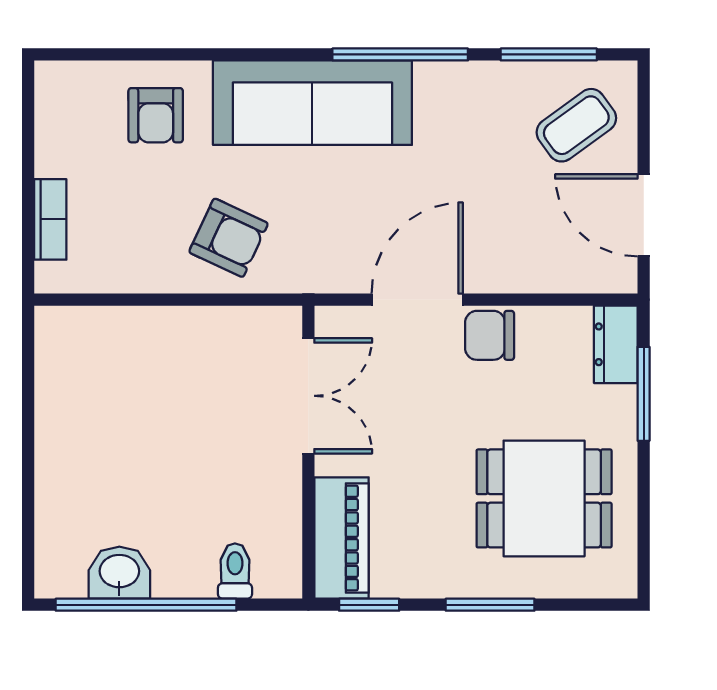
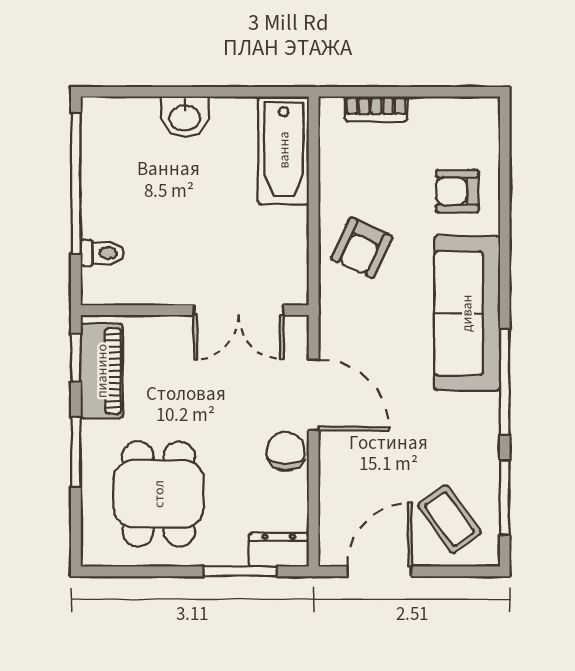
bathtub: (104, 338) -> (284, 150), added
piano: (342, 538) -> (102, 371), moved, turned -90
washbasin: (119, 573) -> (185, 117), moved, turned 90

